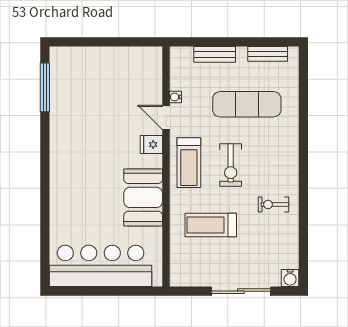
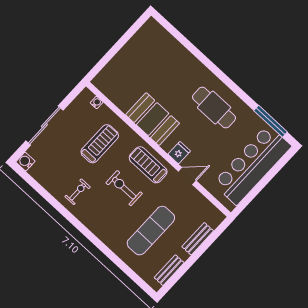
water cooler: (175, 97) -> (97, 102), moved
cafe table: (80, 151) -> (214, 108), added
bar counter: (101, 266) -> (252, 165), moved, turned 180

